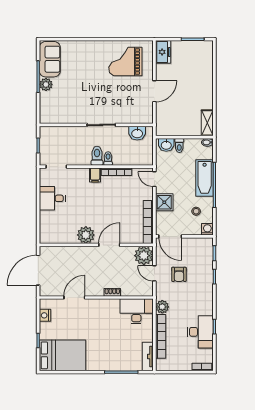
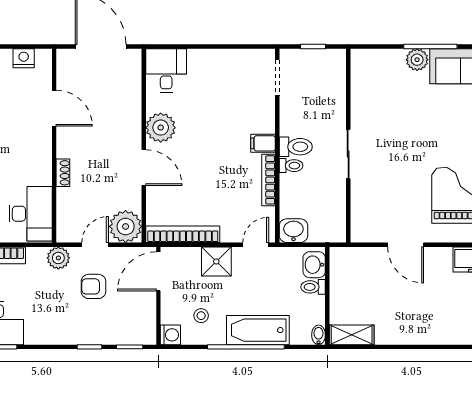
washbasin: (137, 133) -> (293, 231), moved, turned 90
desk: (52, 198) -> (166, 71), moved
plant: (162, 307) -> (58, 258), moved

